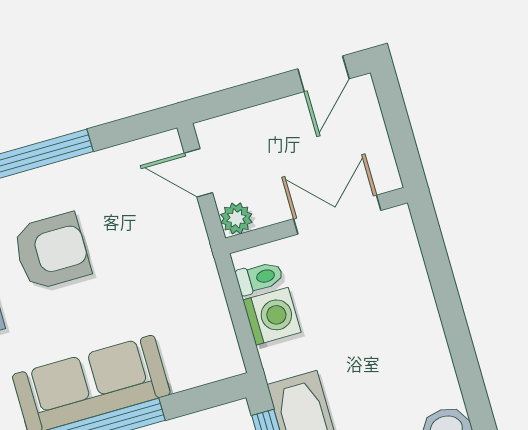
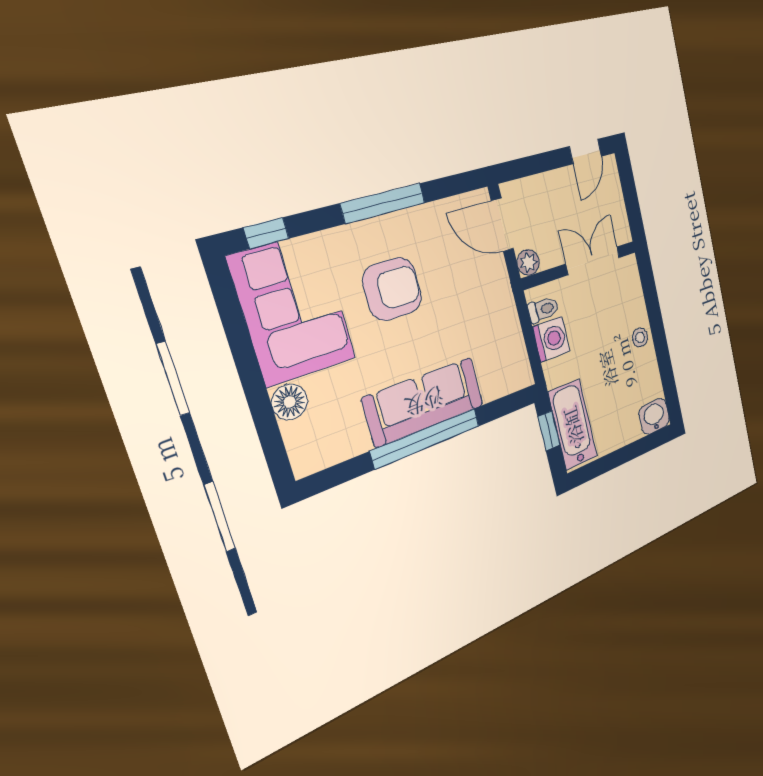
door: (198, 173) -> (502, 225), width x1.38
stool: (419, 319) -> (640, 337), added

